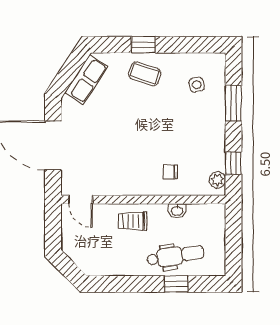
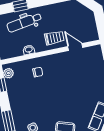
door: (81, 200) -> (75, 47), moved

